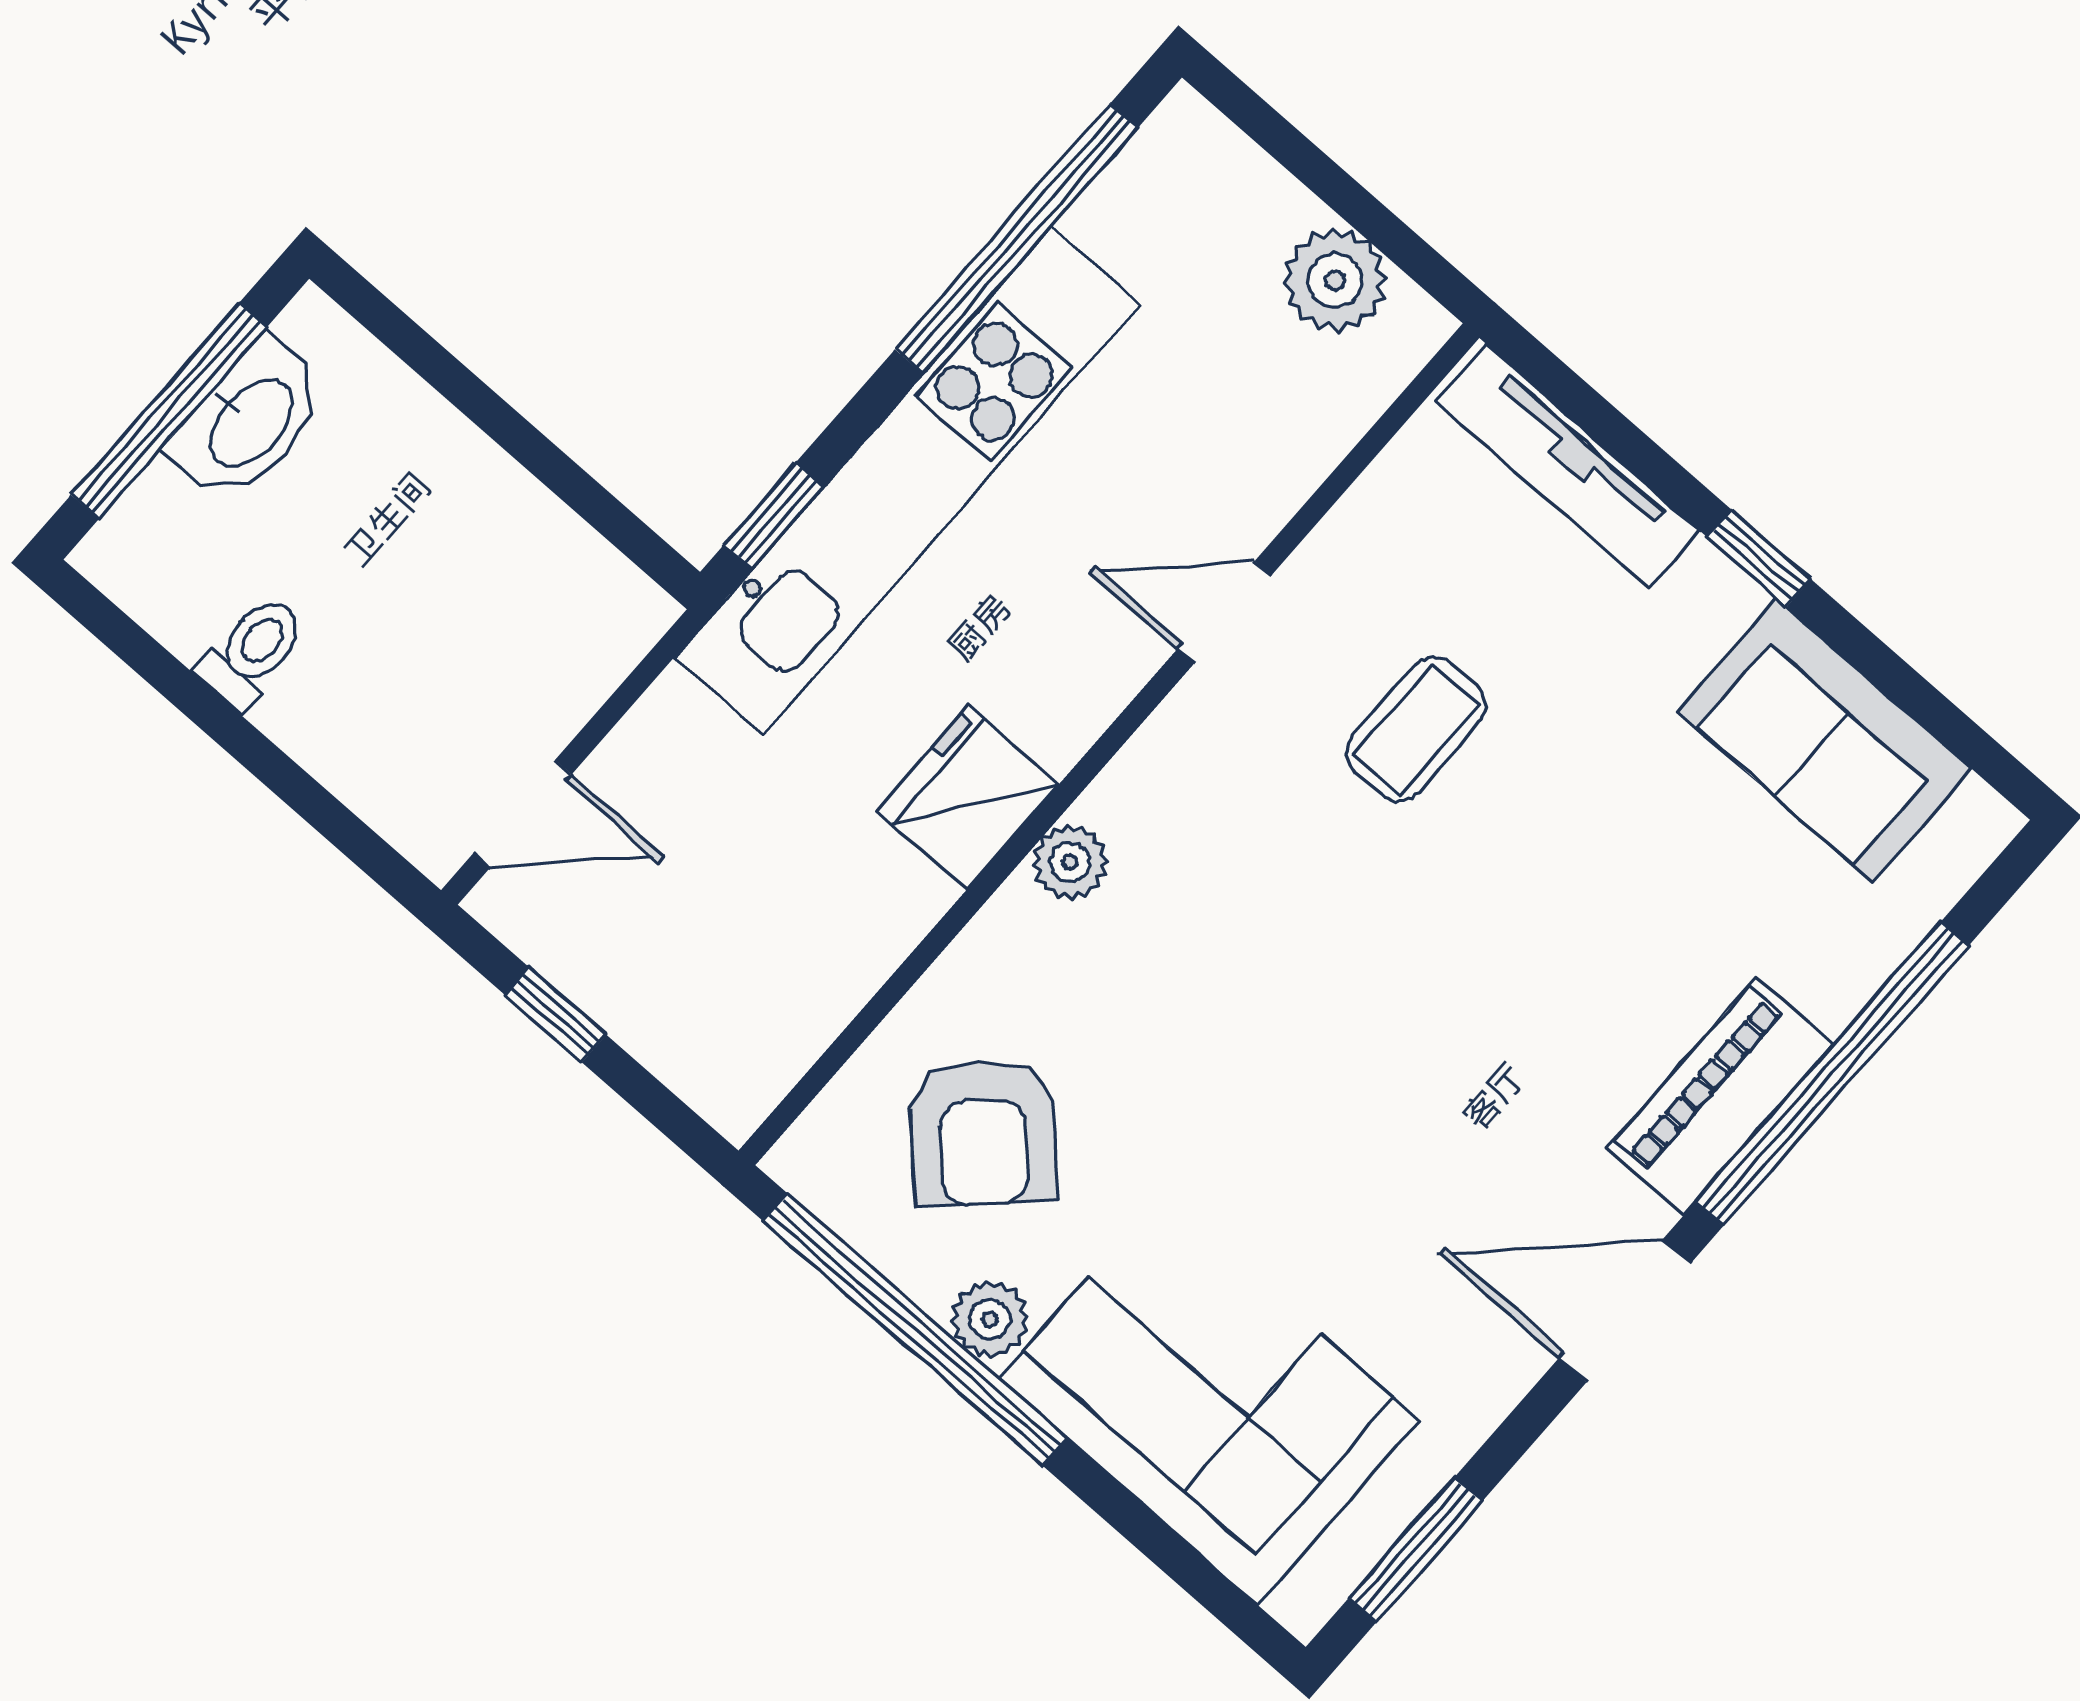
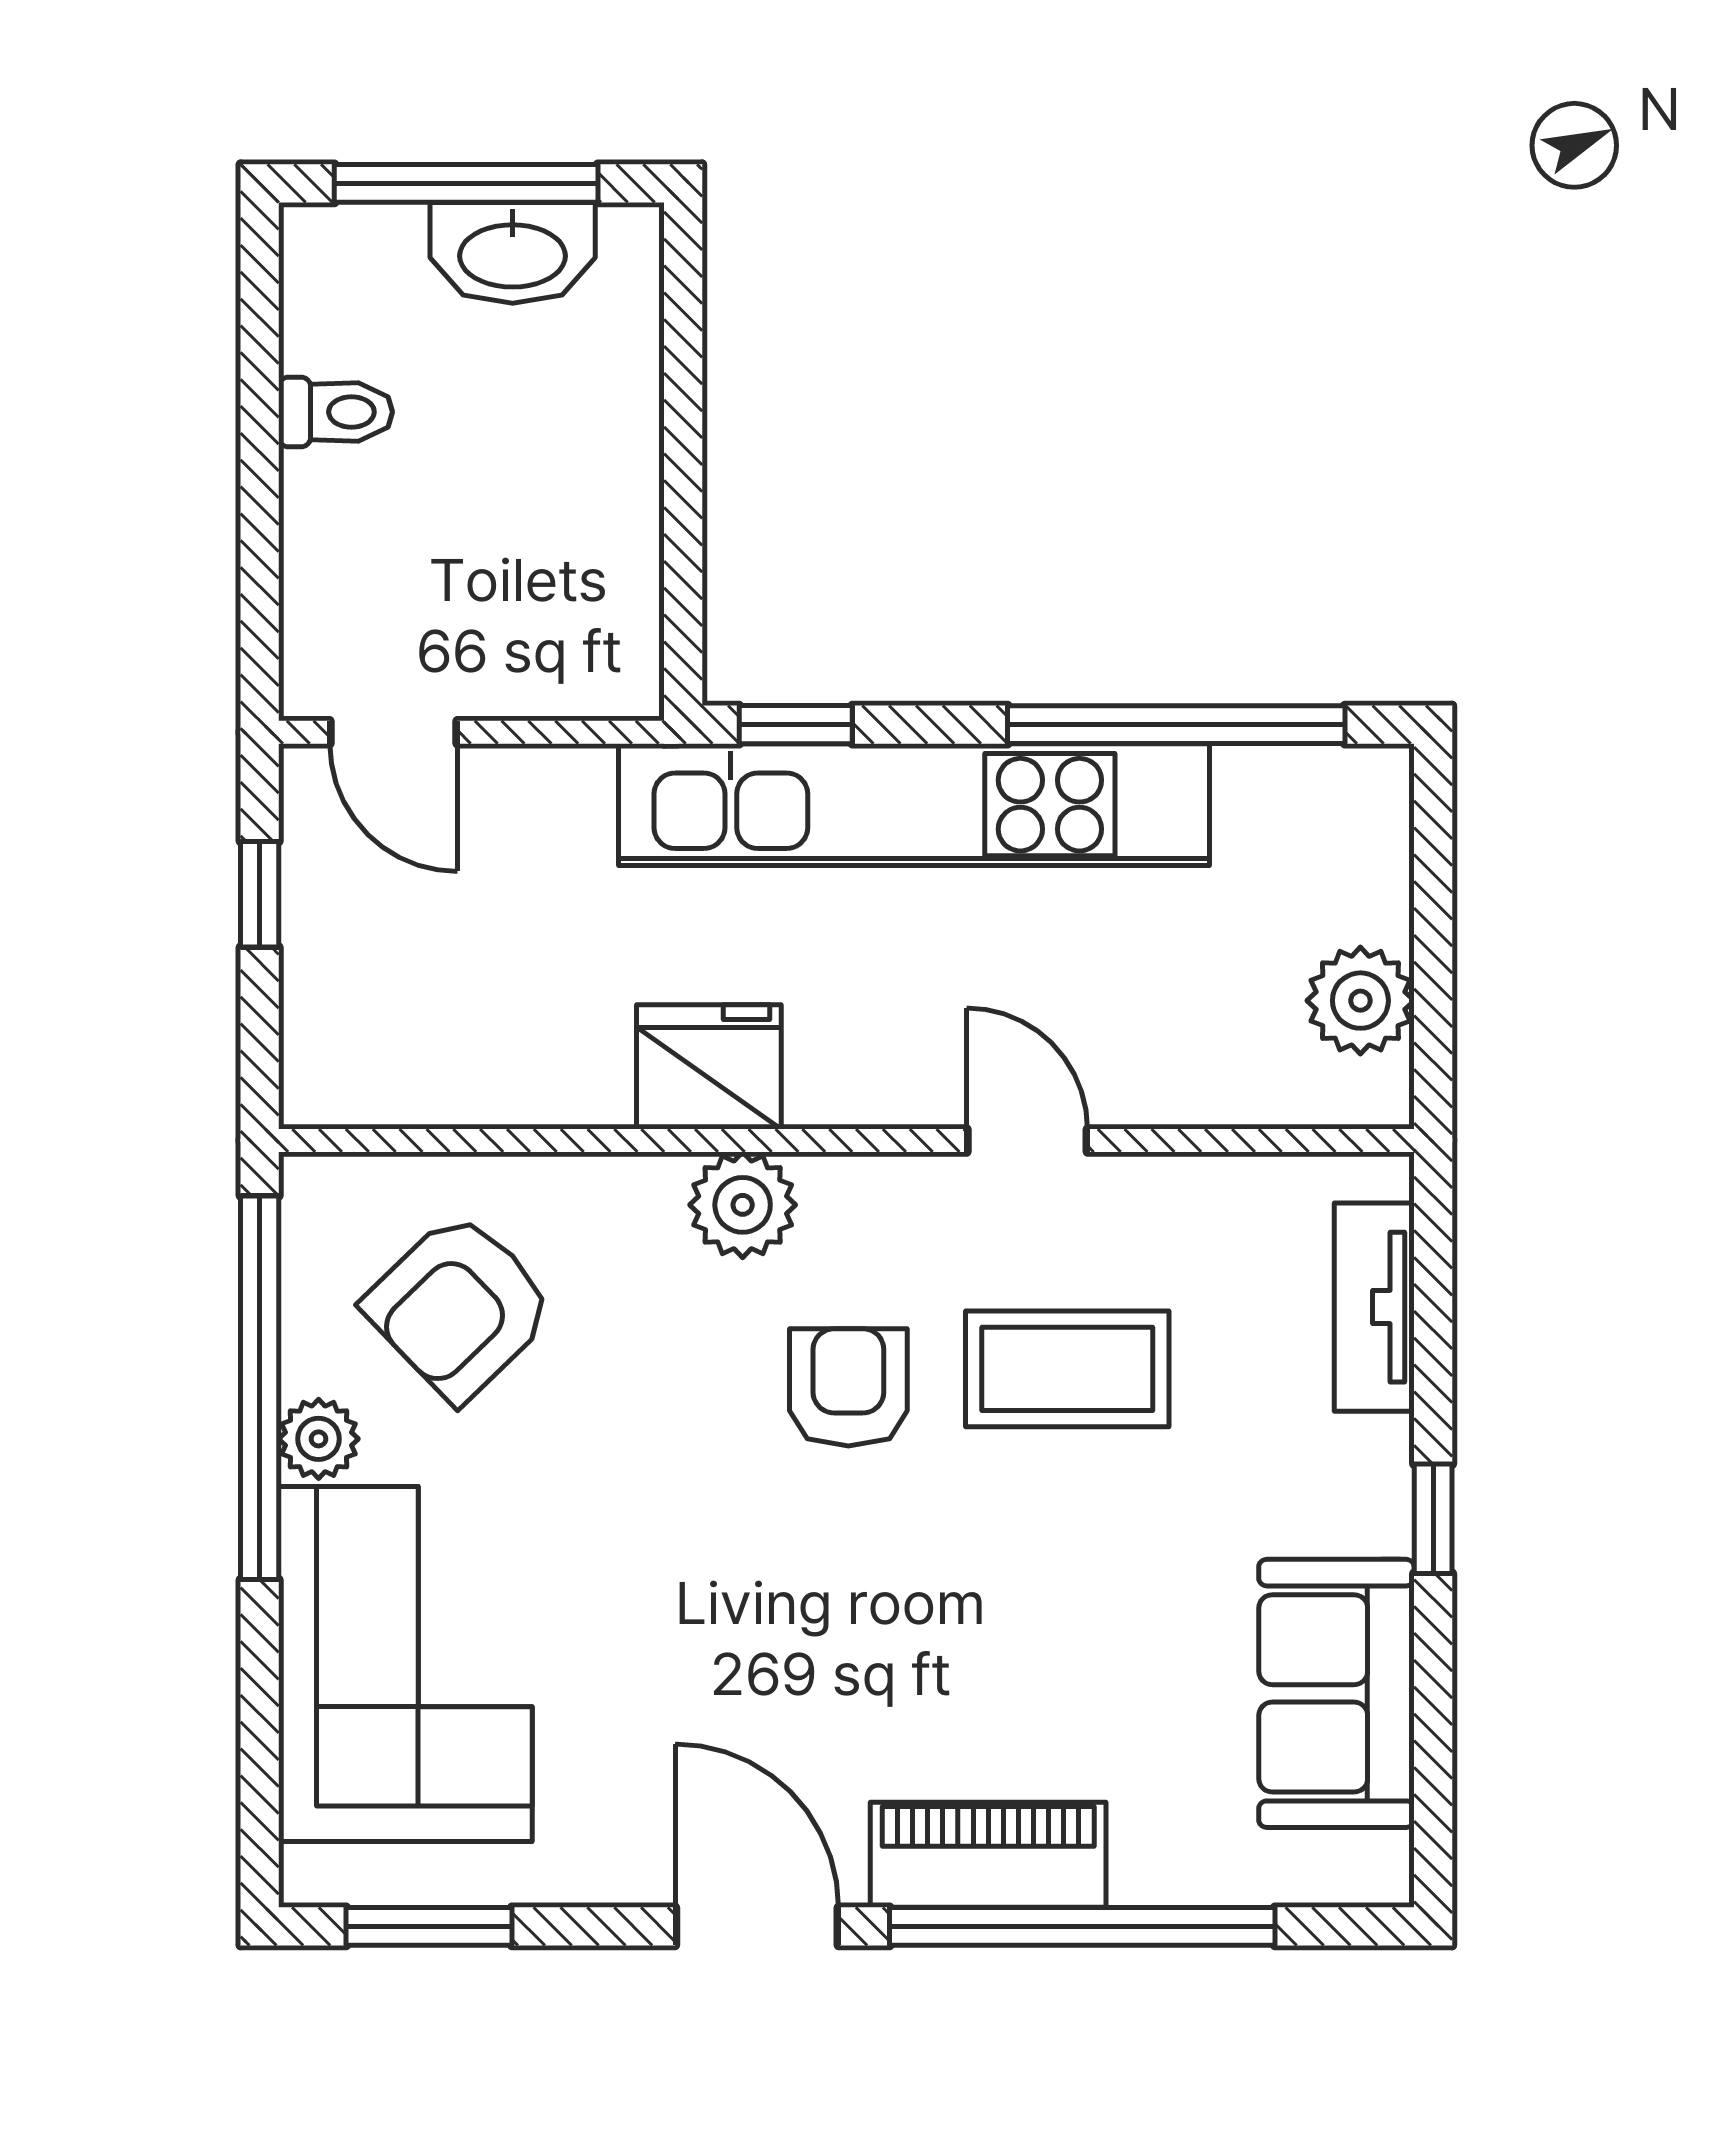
tv unit: (1567, 466) -> (1374, 1307), width x0.71
coffee table: (1416, 729) -> (1067, 1369), width x1.36, depth x1.30
plant: (1070, 862) -> (743, 1205), width x1.38, depth x1.38
armchair: (1290, 900) -> (848, 1387), added

